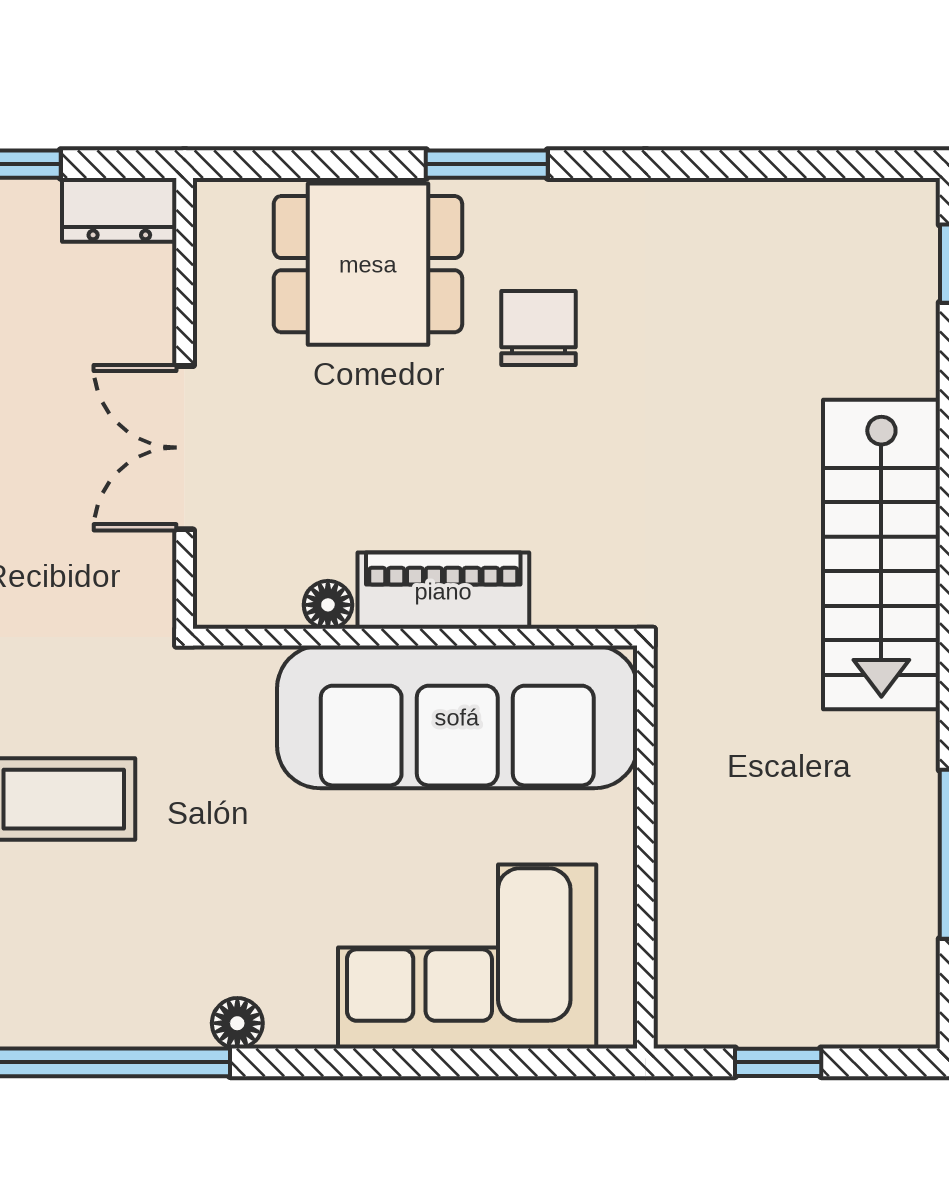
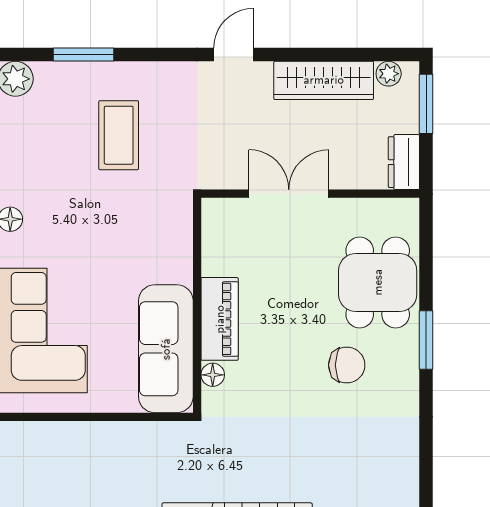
floor lamp: (328, 605) -> (213, 375), moved
sofa: (457, 717) -> (166, 349), width x0.74, depth x0.79

